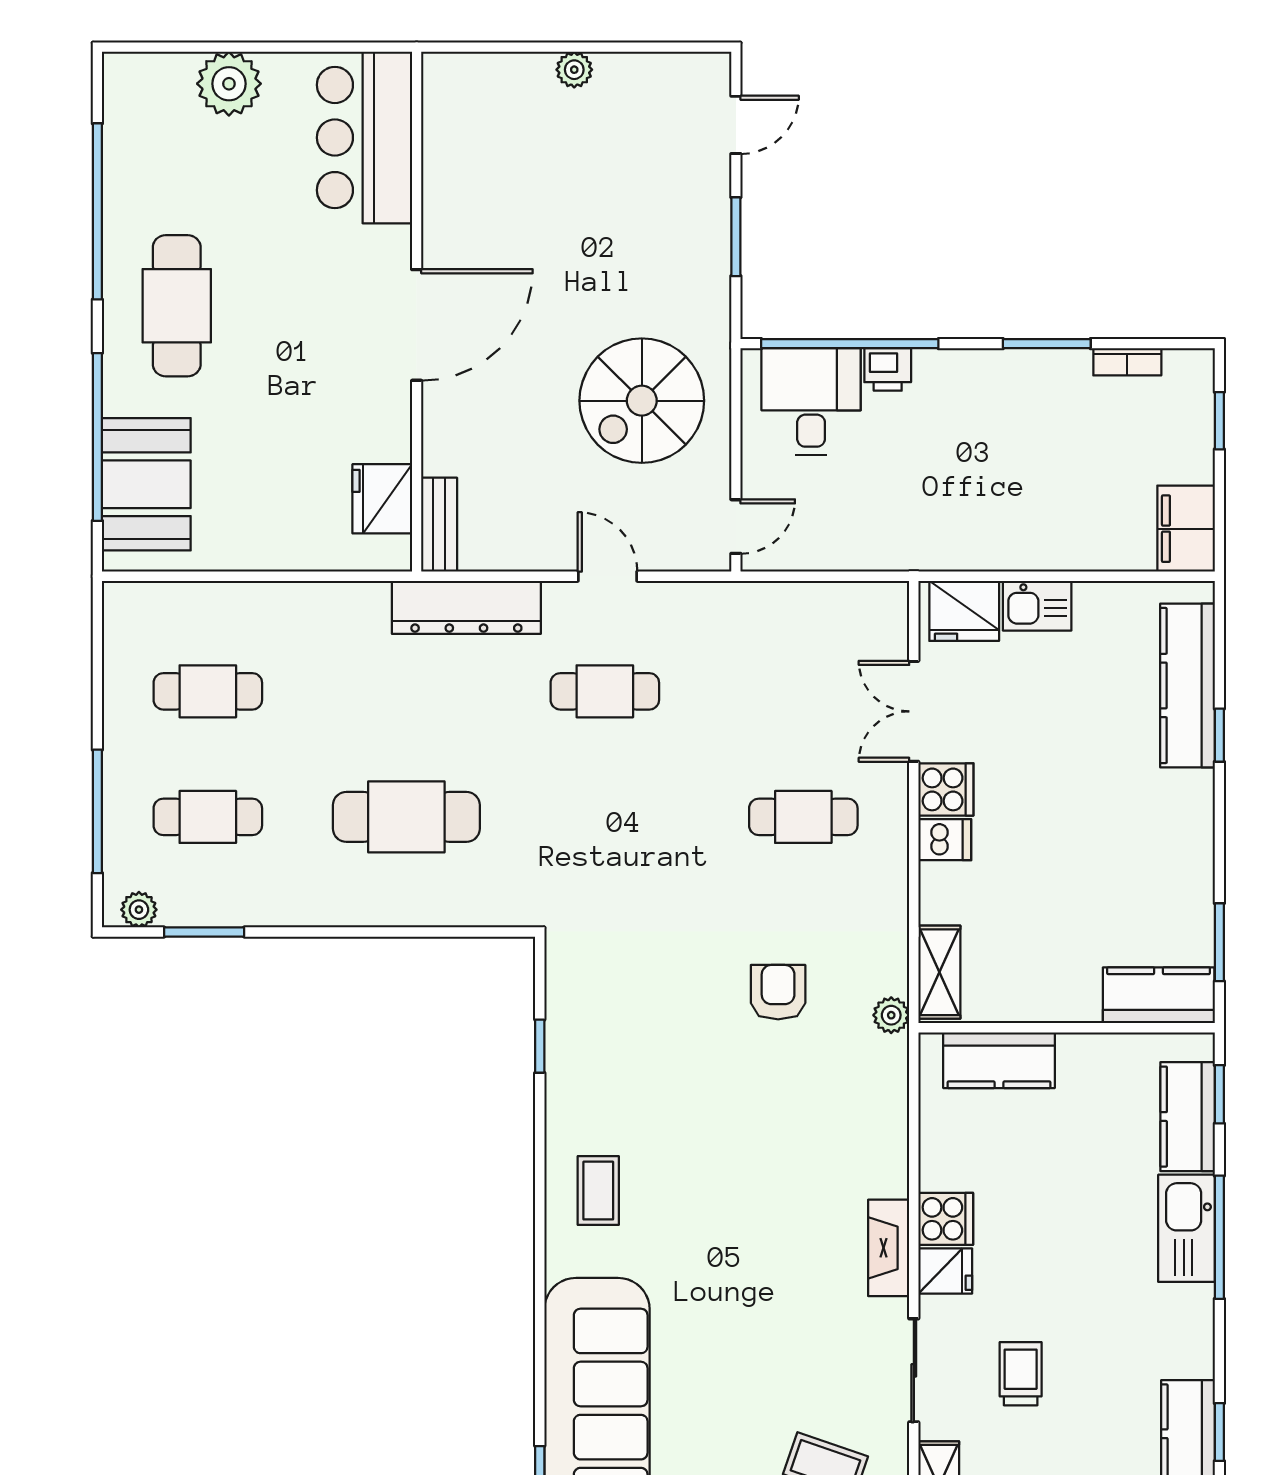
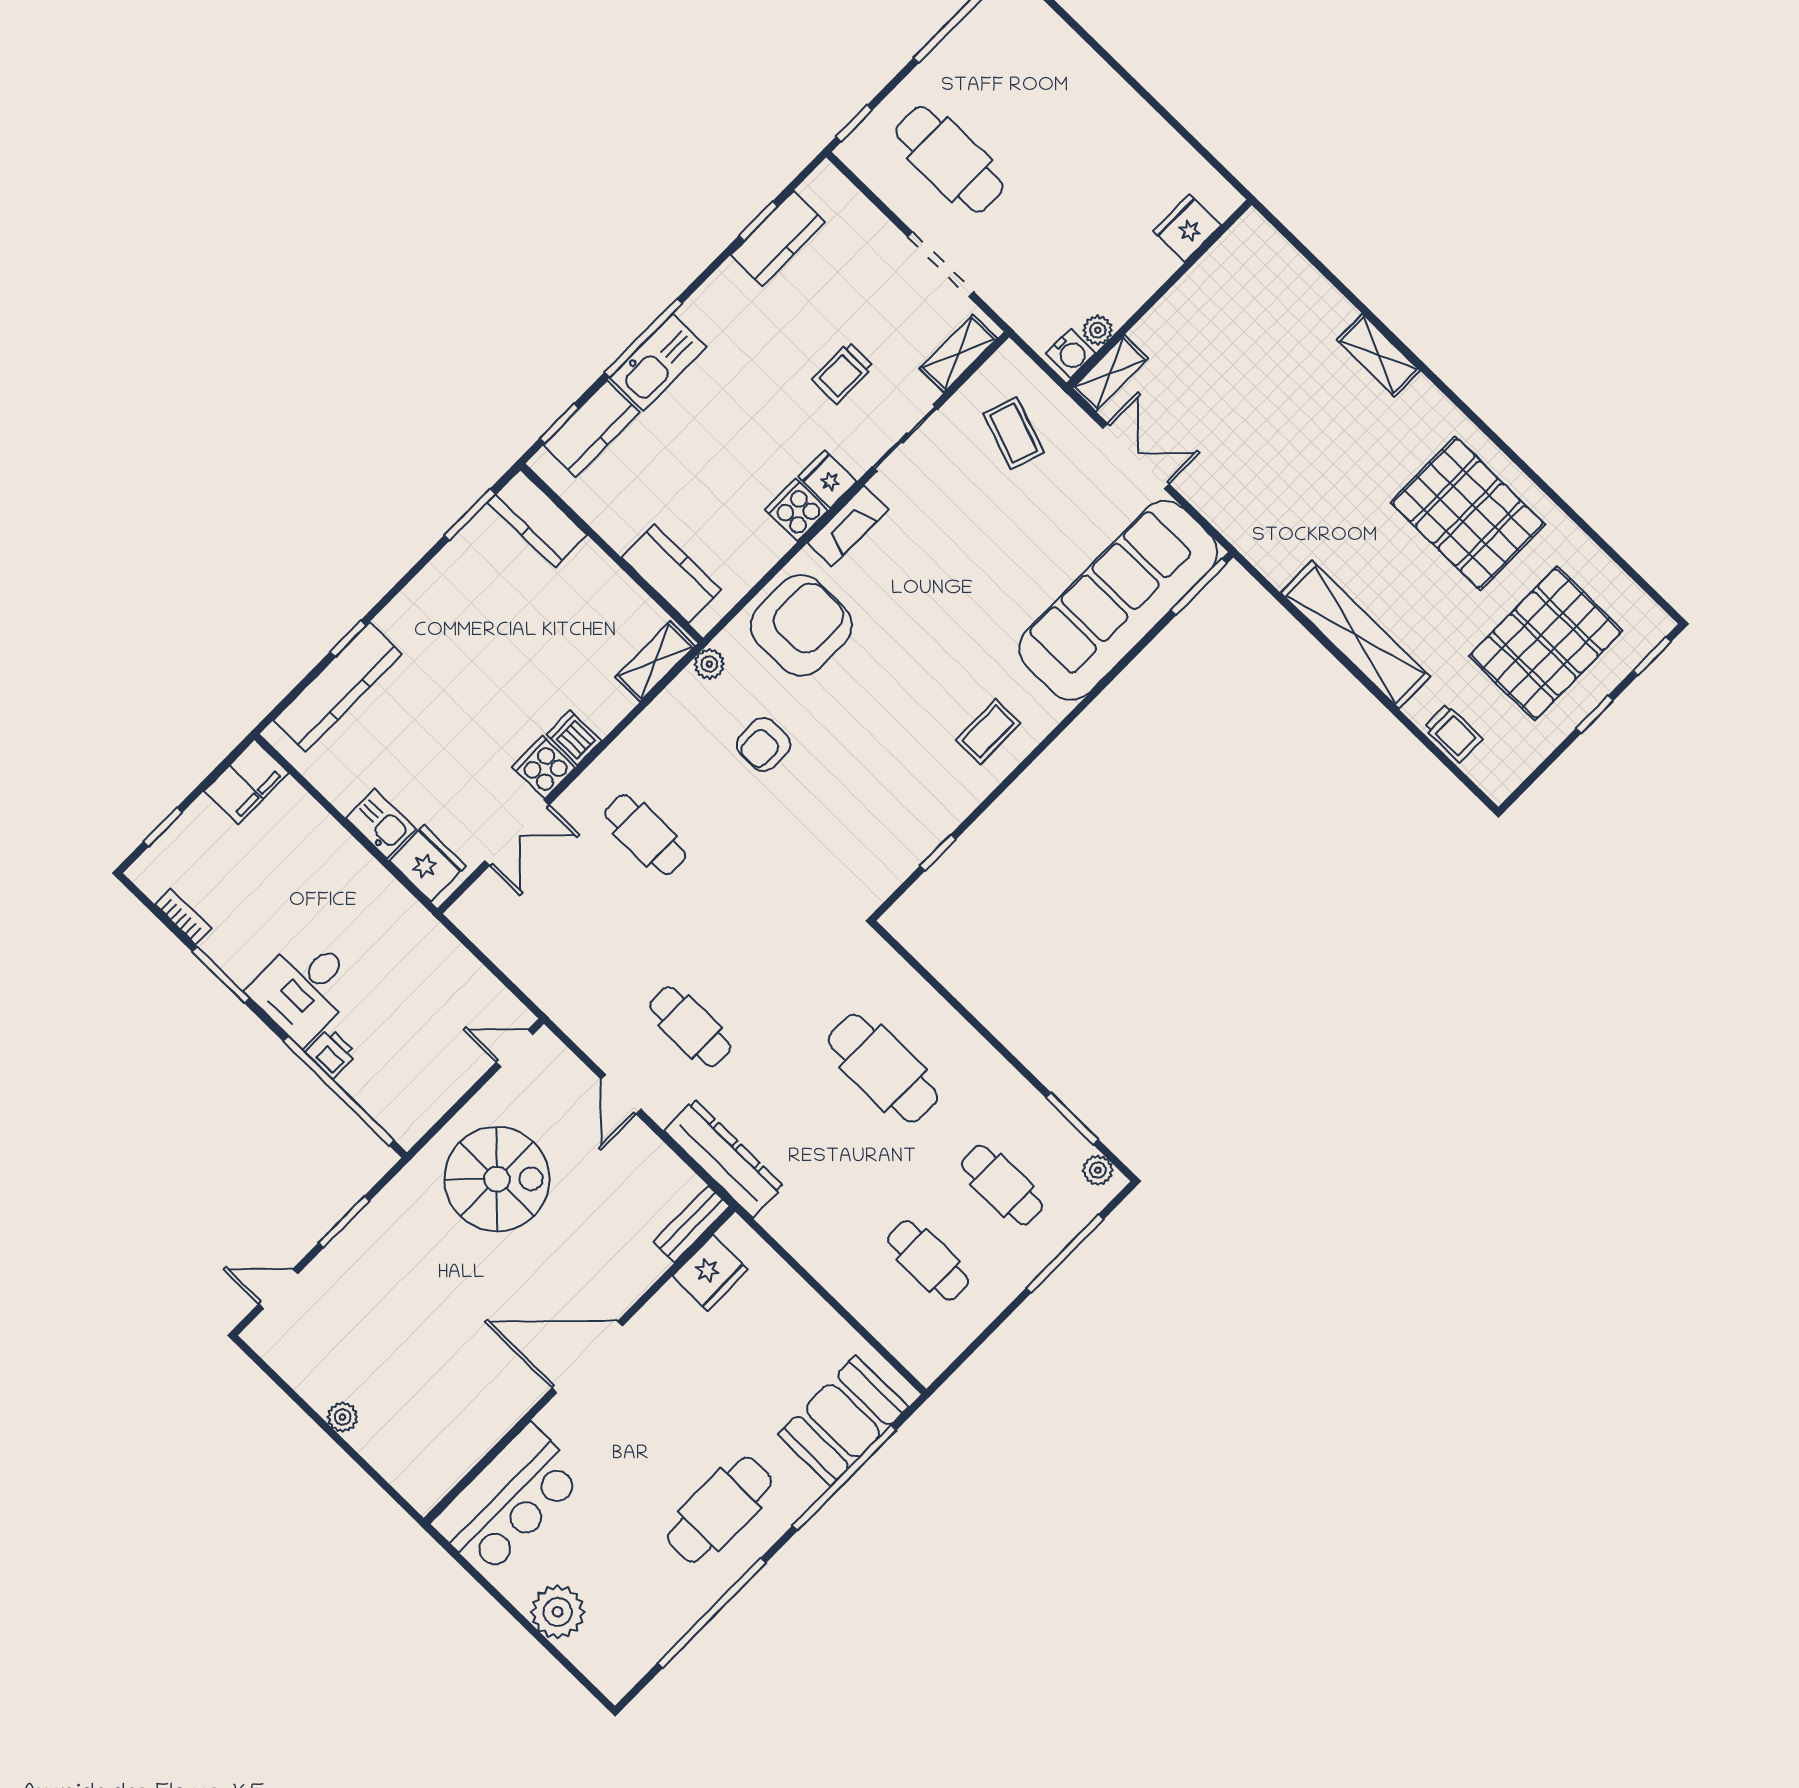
desk: (811, 402) -> (304, 989), moved
armchair: (845, 1125) -> (801, 625), added

